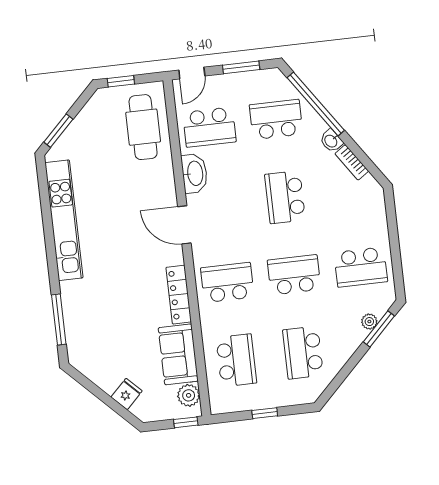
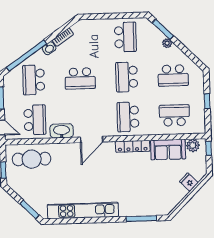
plant: (369, 322) -> (167, 43), moved

